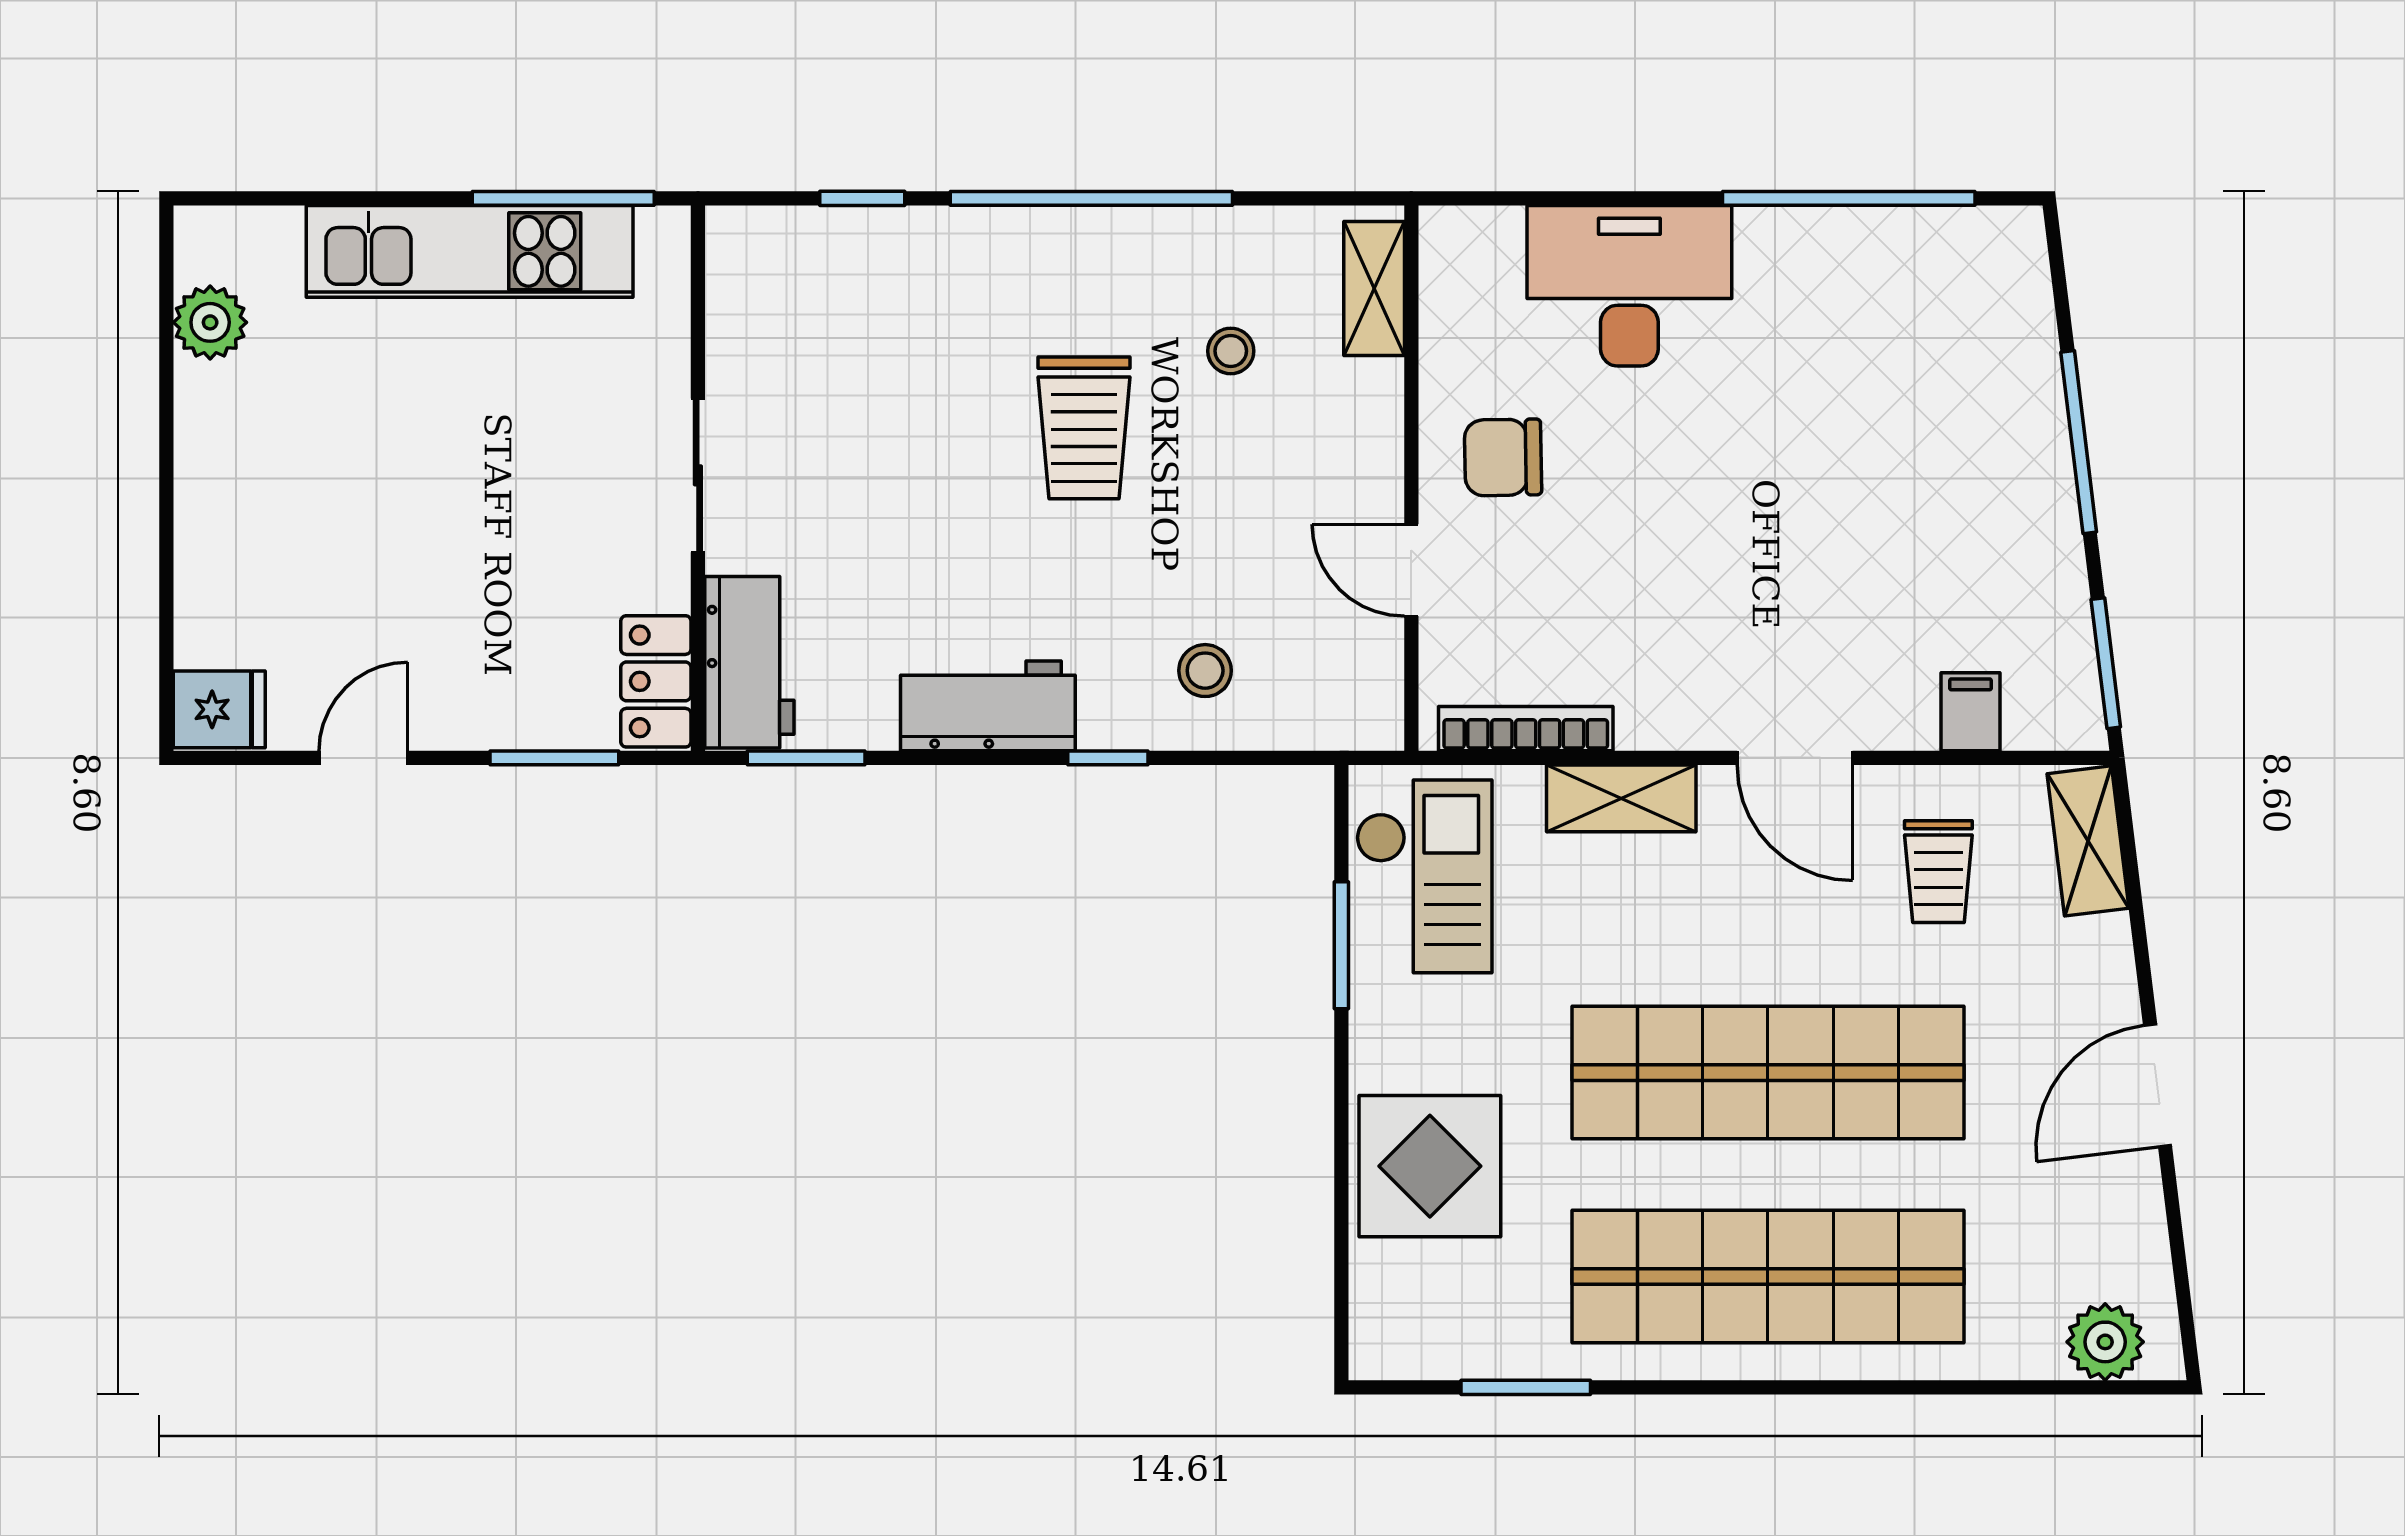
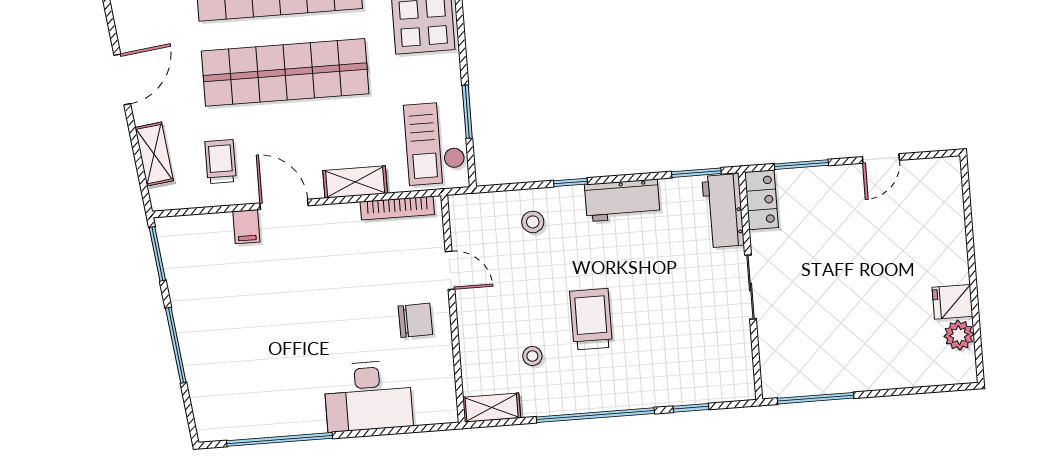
kitchen unit: (470, 251) -> (853, 373), removed
shelving: (1374, 289) -> (492, 408), moved, turned 90
fridge: (219, 709) -> (952, 302), moved
filing cabinet: (1971, 712) -> (246, 227), moved
shelving: (2088, 841) -> (154, 154), moved

